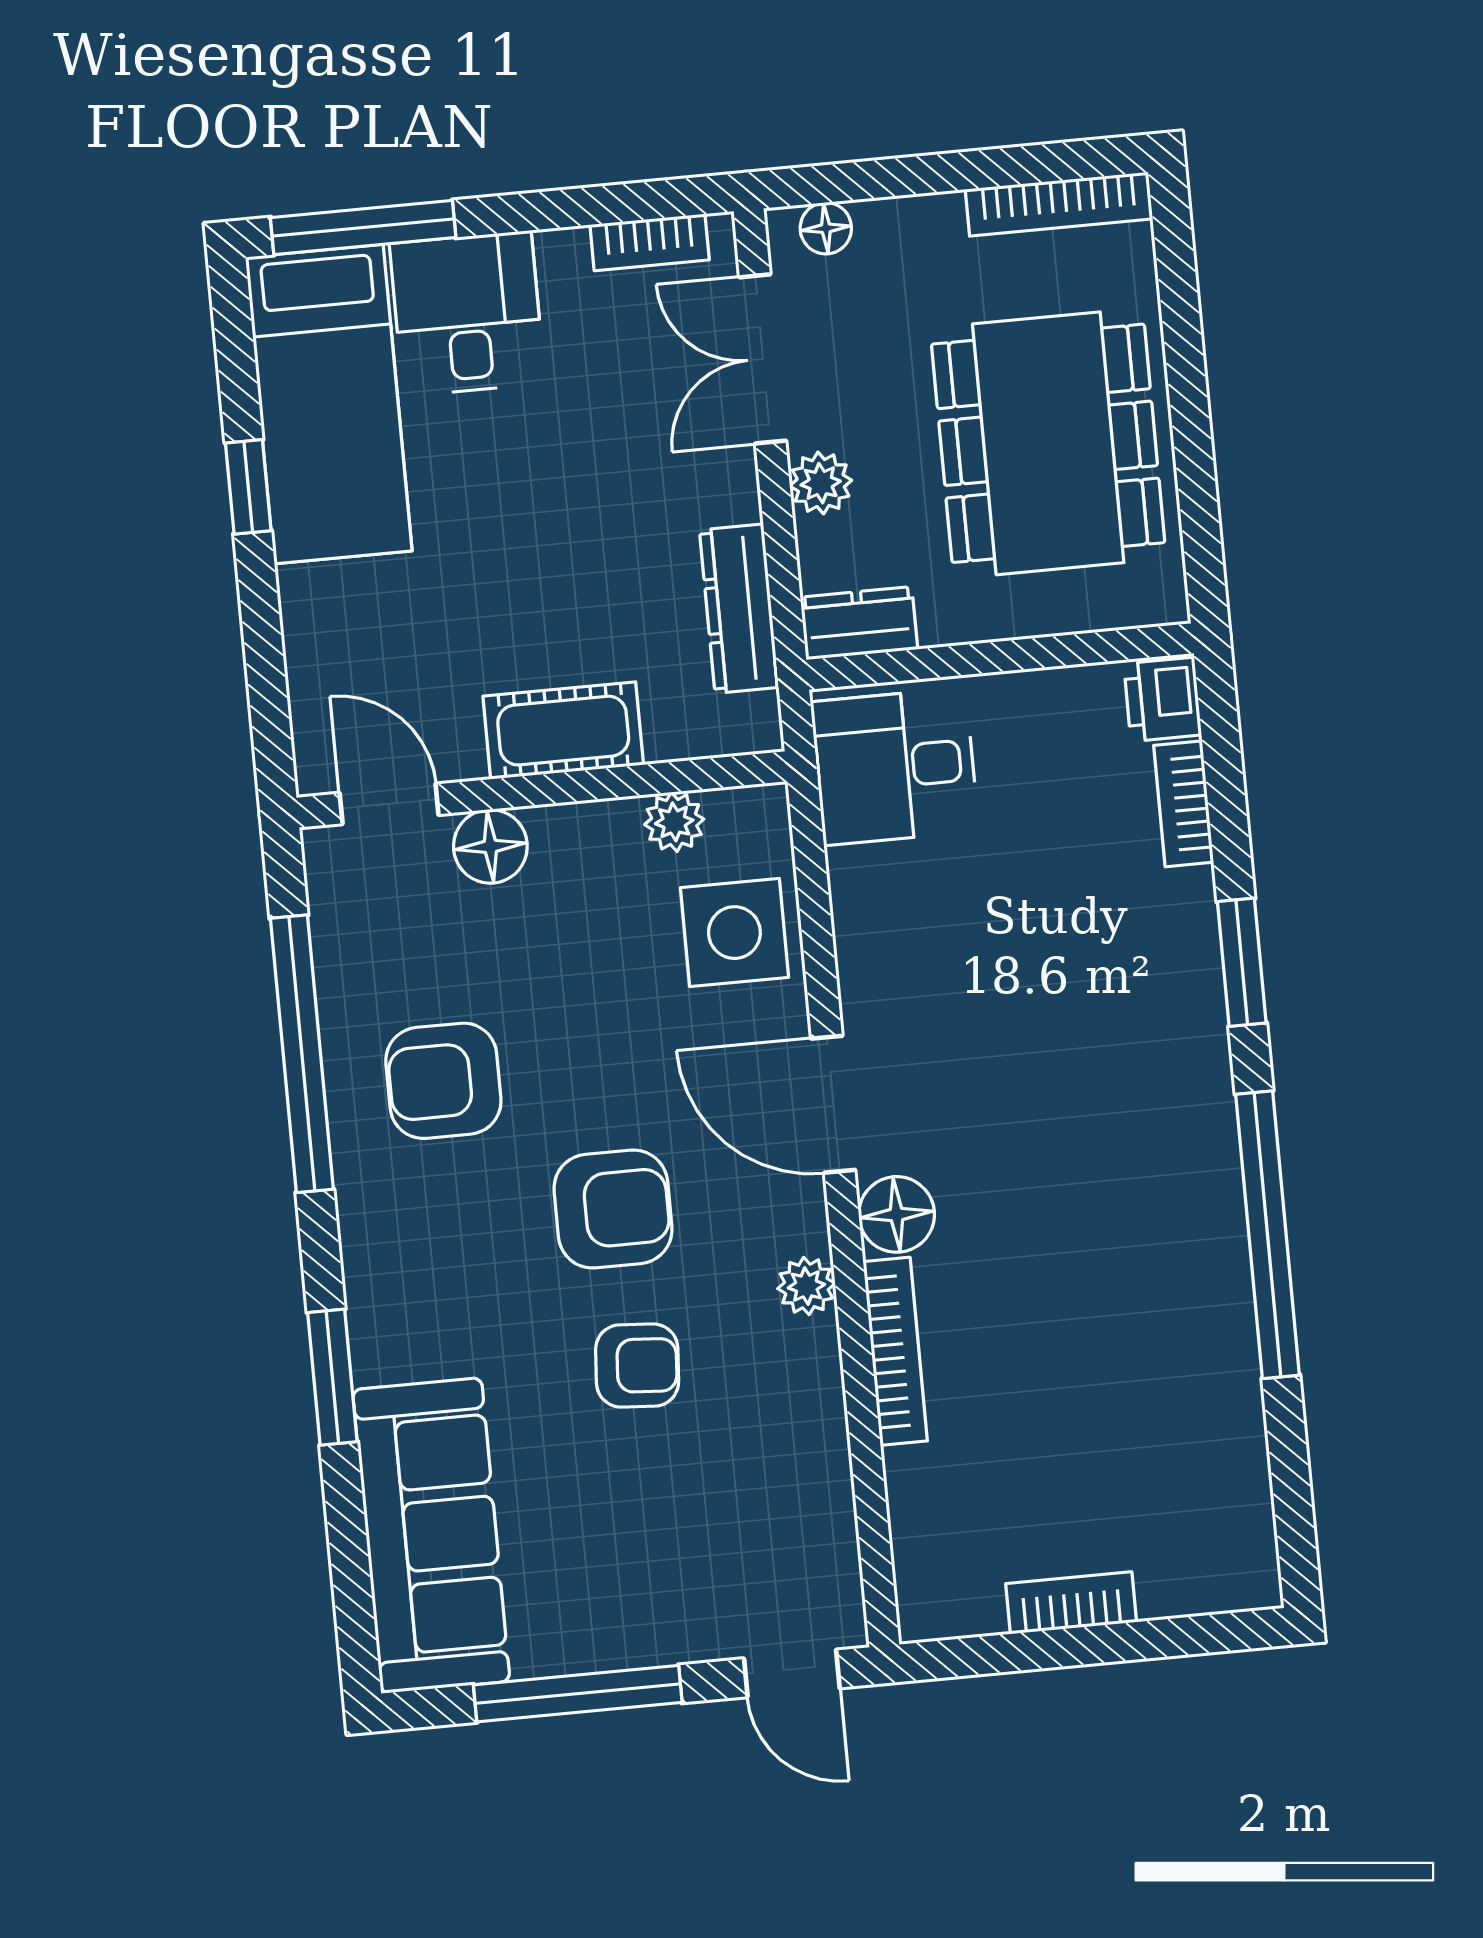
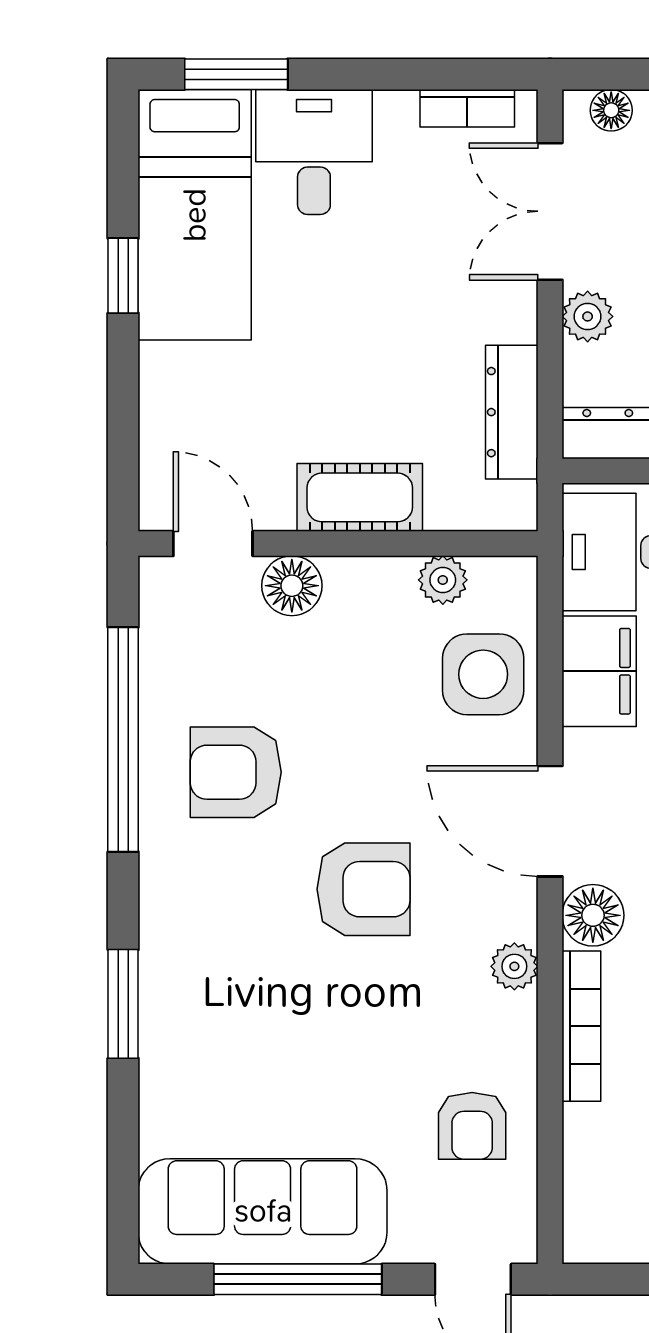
window: (363, 227) -> (236, 74), width x0.69
filing cabinet: (876, 915) -> (599, 671), added
armchair: (637, 1366) -> (472, 1126), moved, turned 86
sofa: (431, 1535) -> (263, 1211), moved, turned -90

